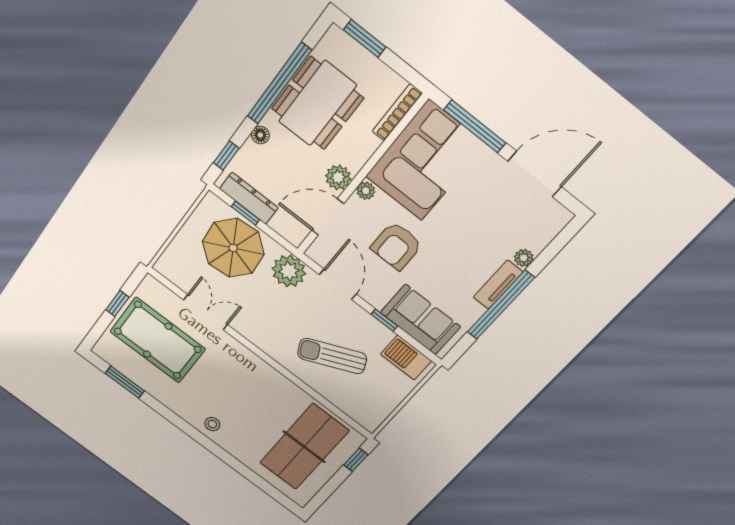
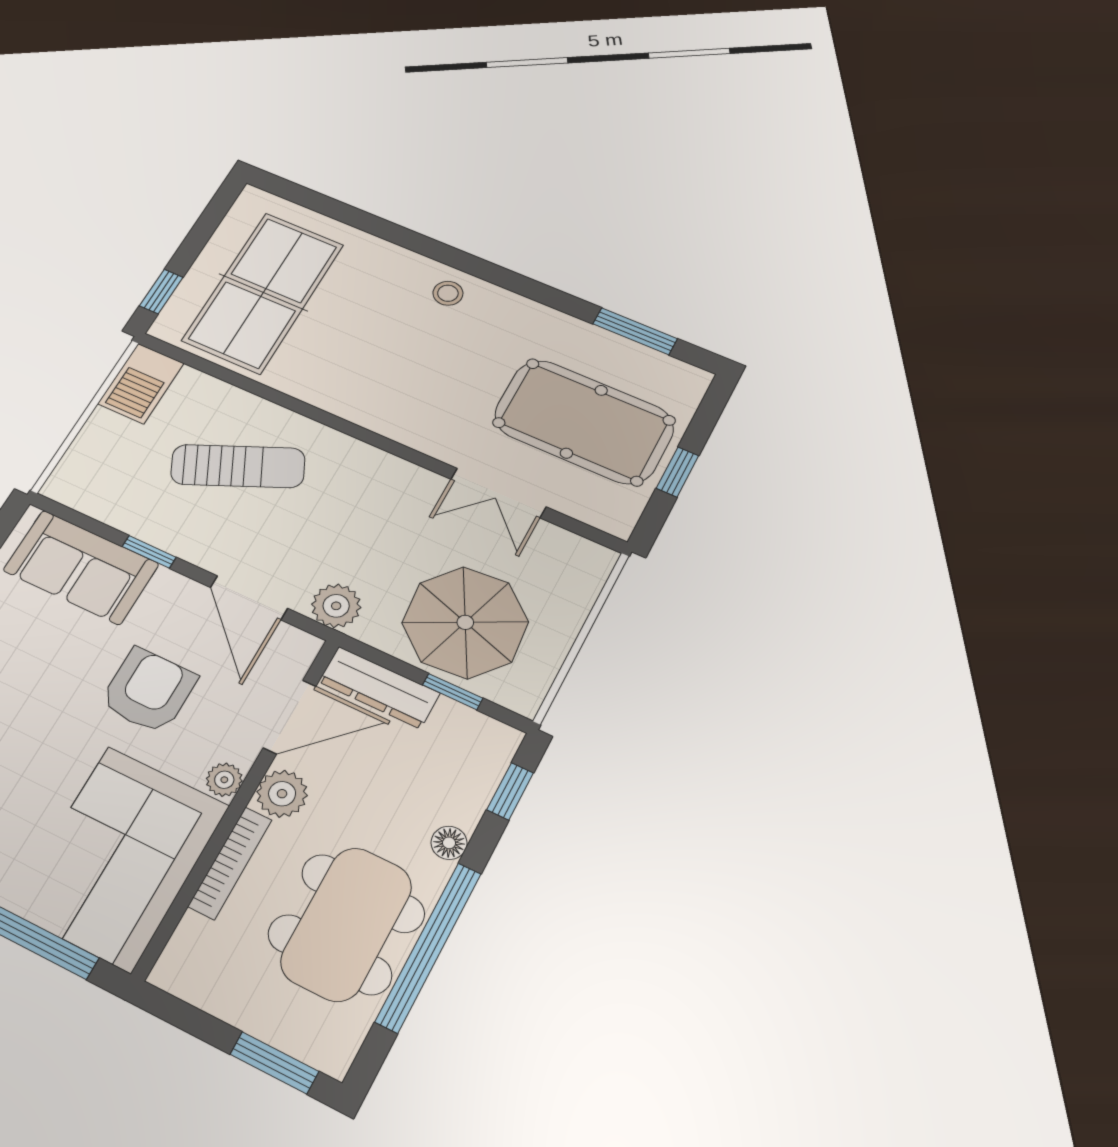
bookcase: (397, 112) -> (230, 863), moved
dresser: (249, 198) -> (379, 687), moved
plant: (289, 271) -> (336, 606), width x0.73, depth x0.73
barbecue: (406, 358) -> (141, 383), moved, turned 90

